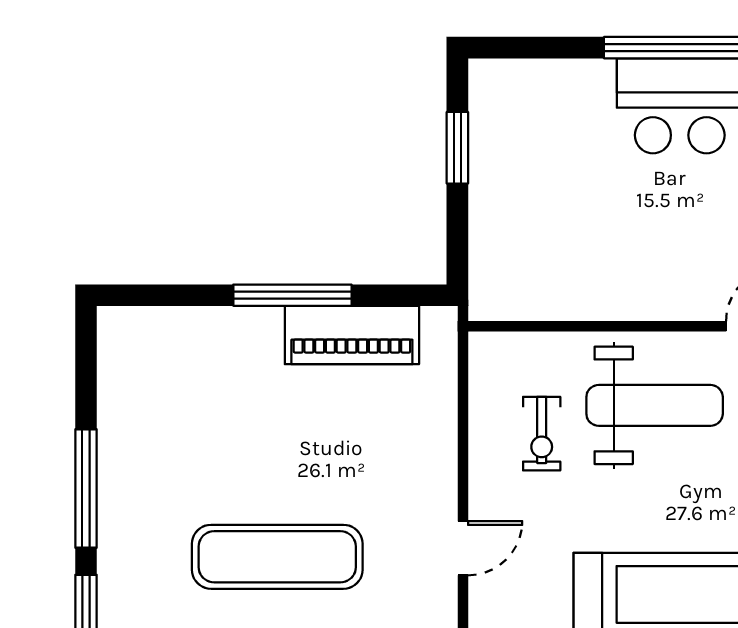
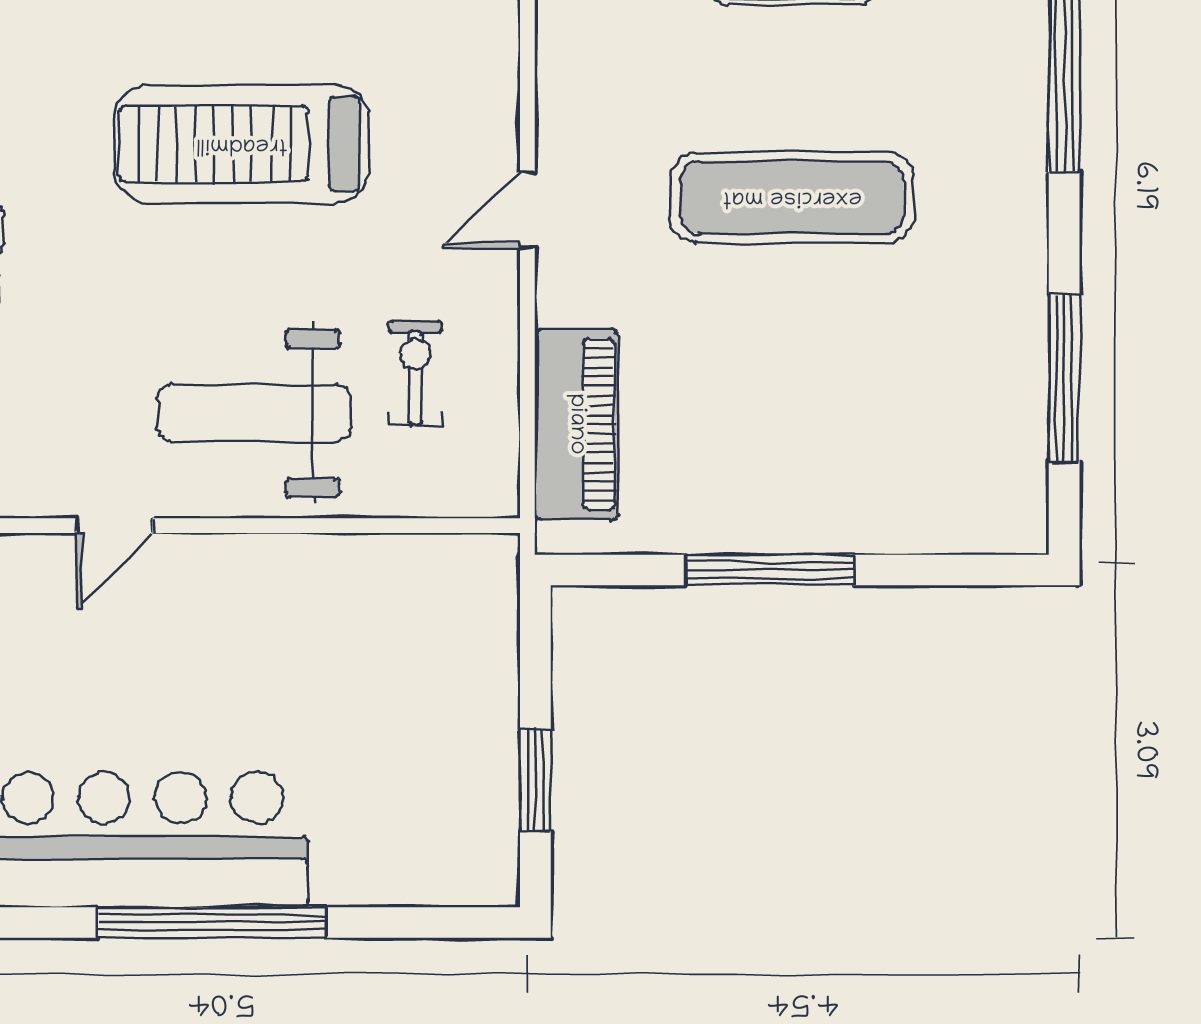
piano: (352, 335) -> (576, 424), moved, turned 90
window: (86, 489) -> (1064, 378), moved

